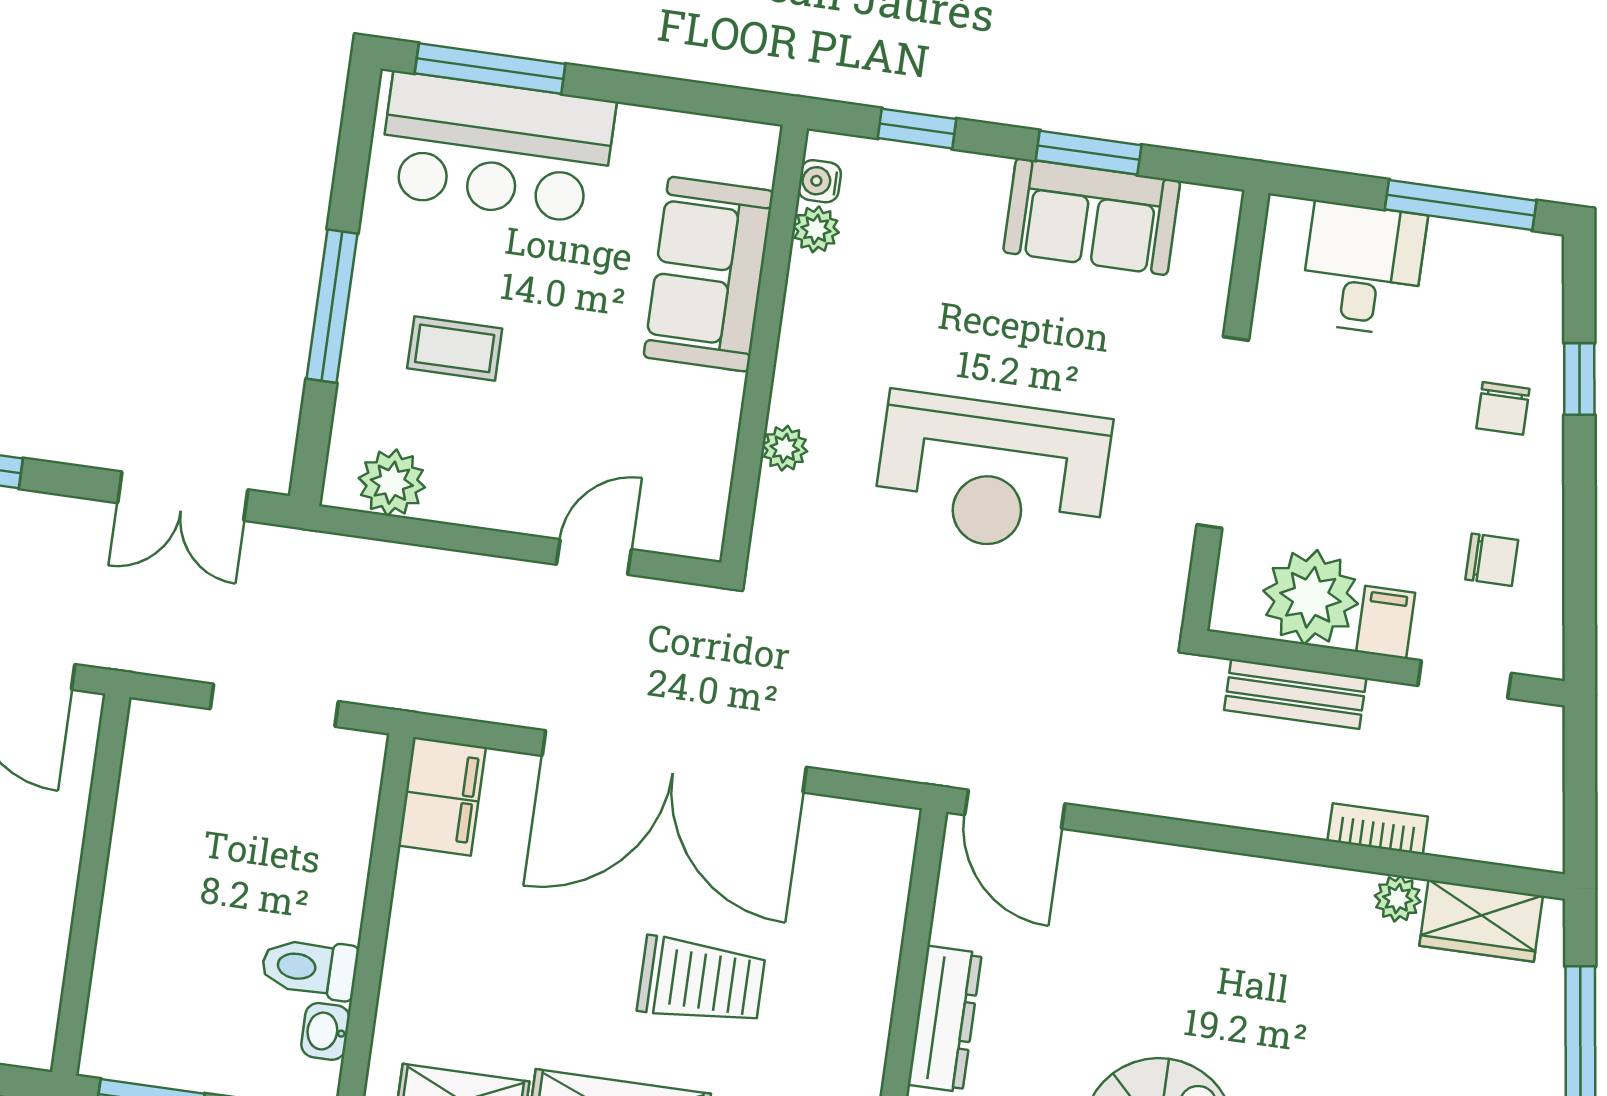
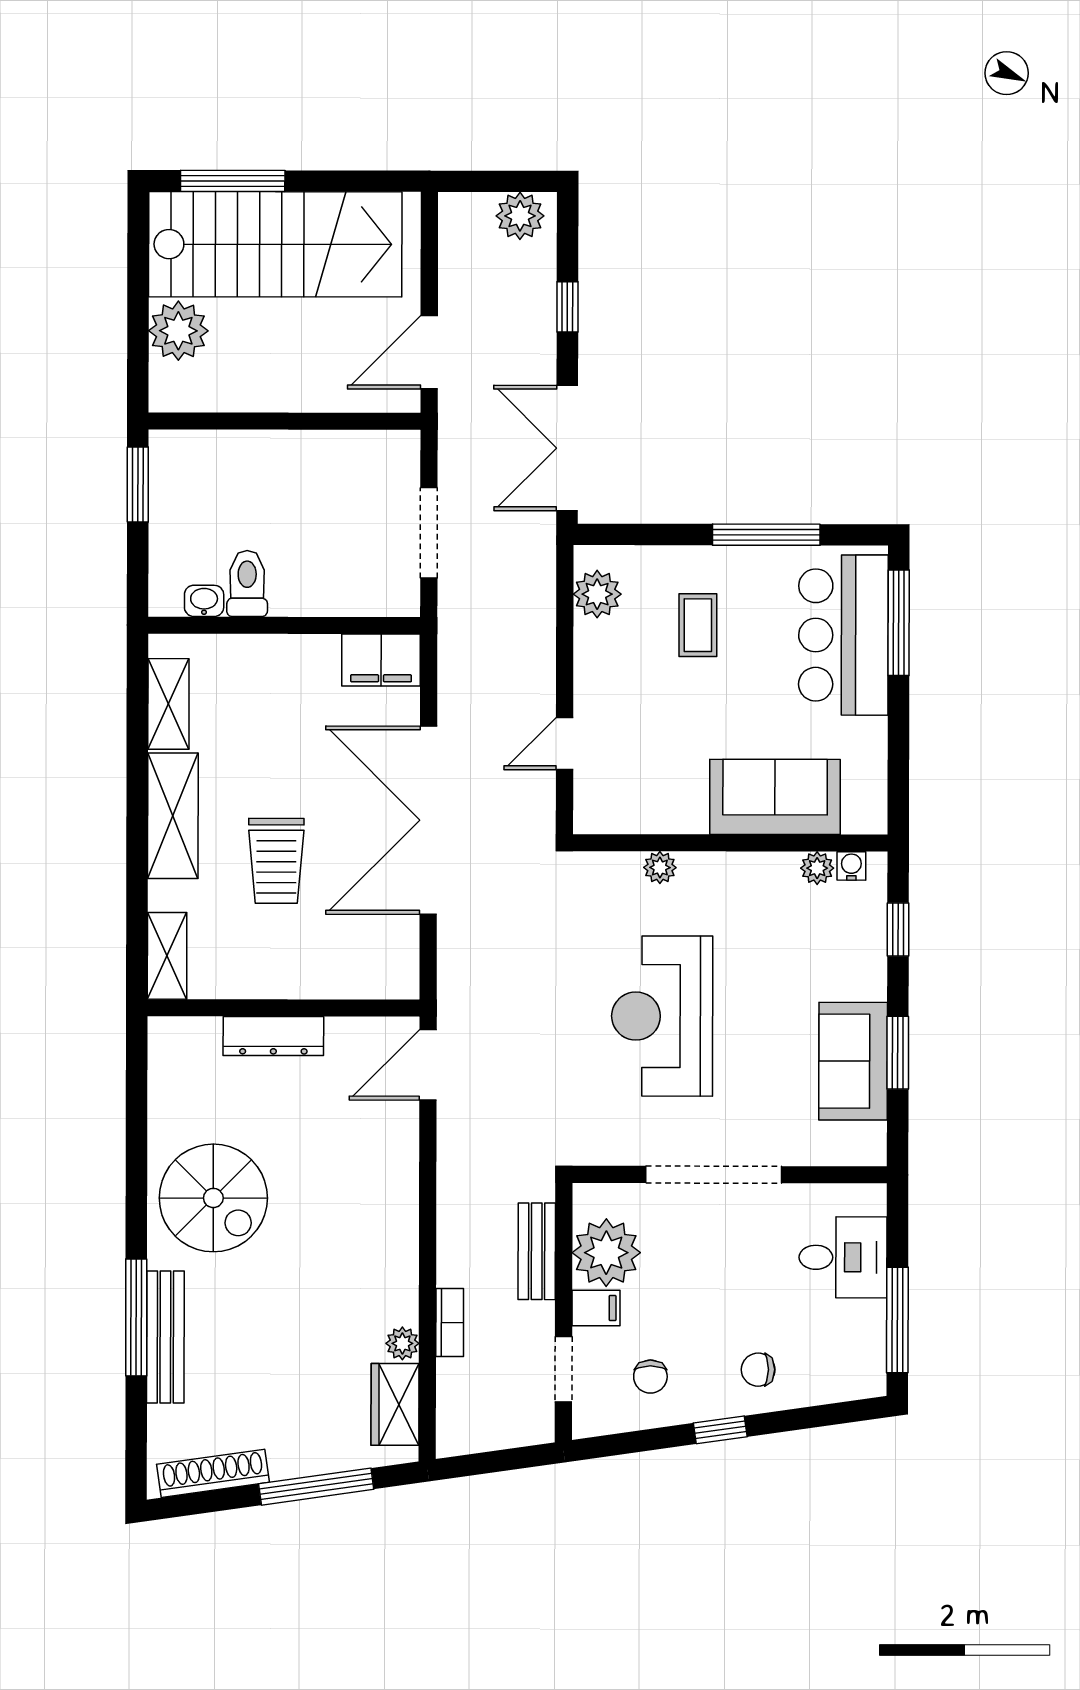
window: (332, 306) -> (766, 535), moved
window: (1579, 379) -> (720, 1430), moved
double door: (183, 496) -> (567, 448), width x1.37
door: (594, 557) -> (565, 744), swing flipped

